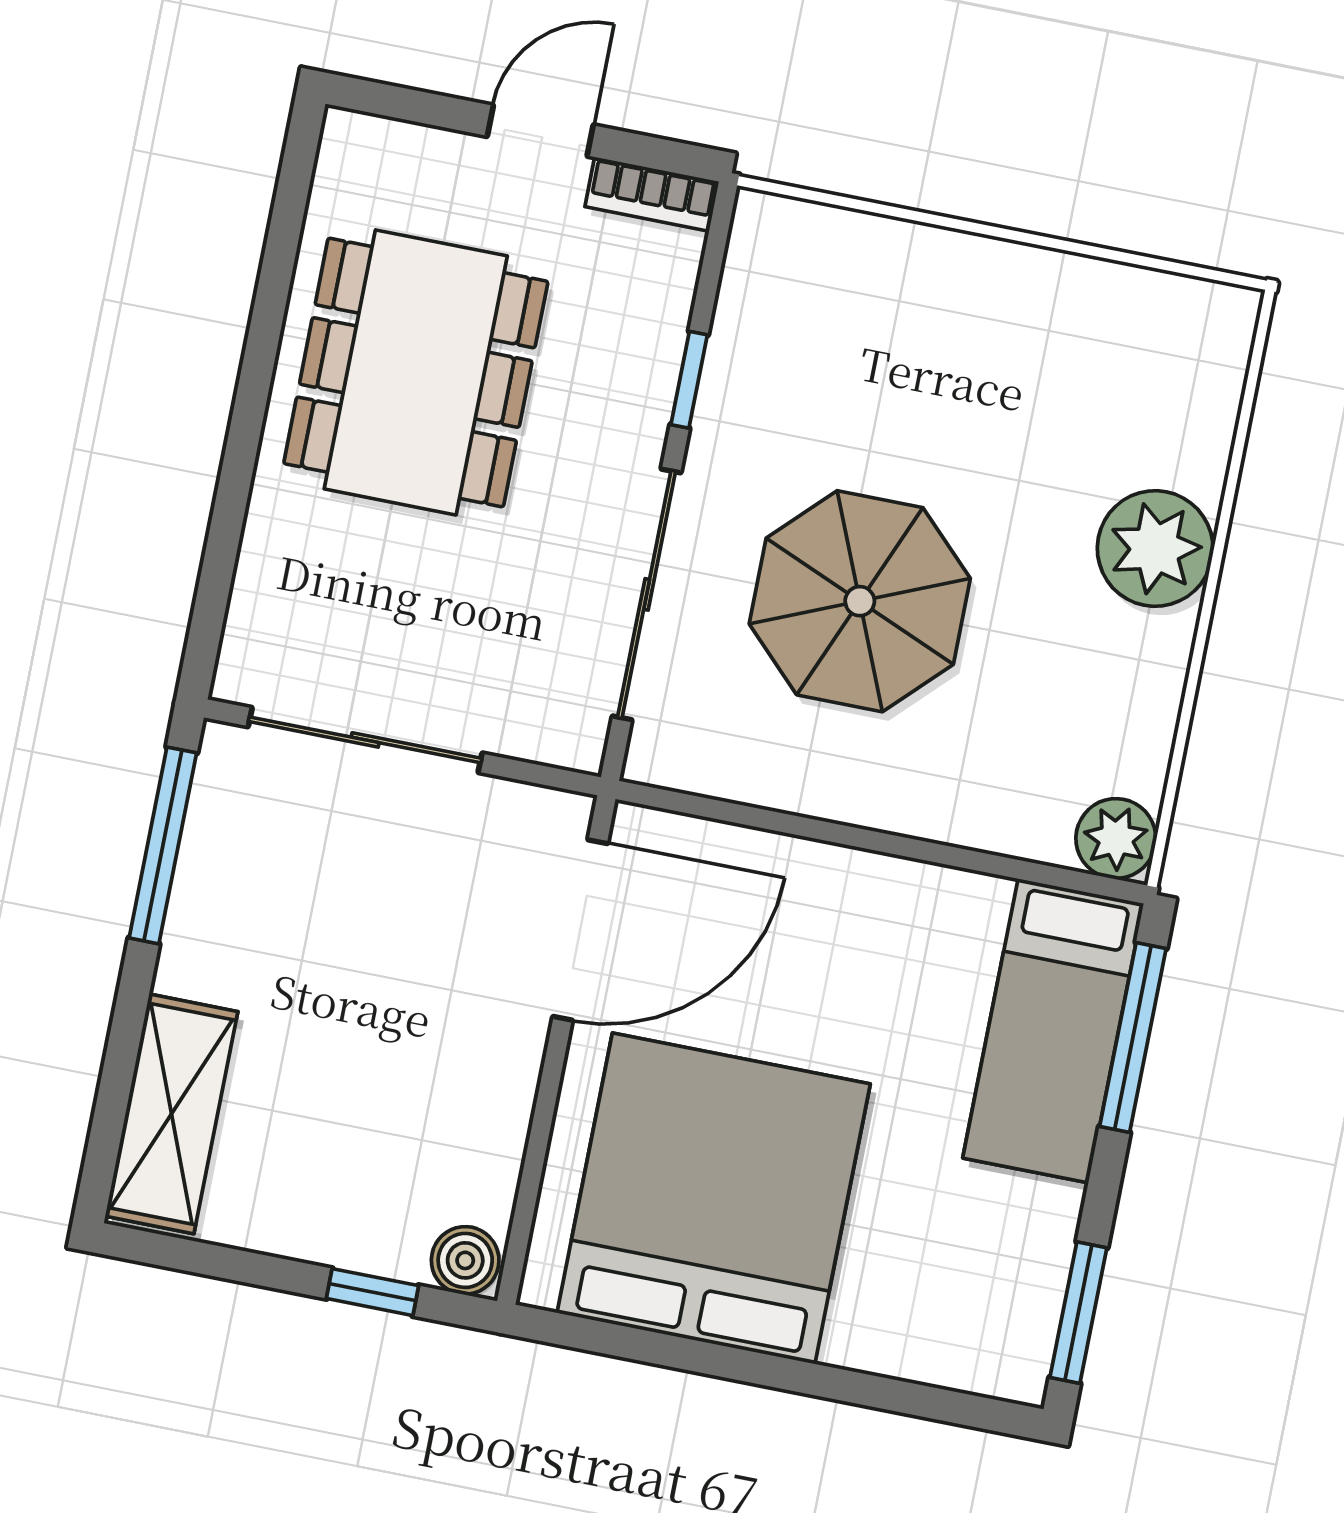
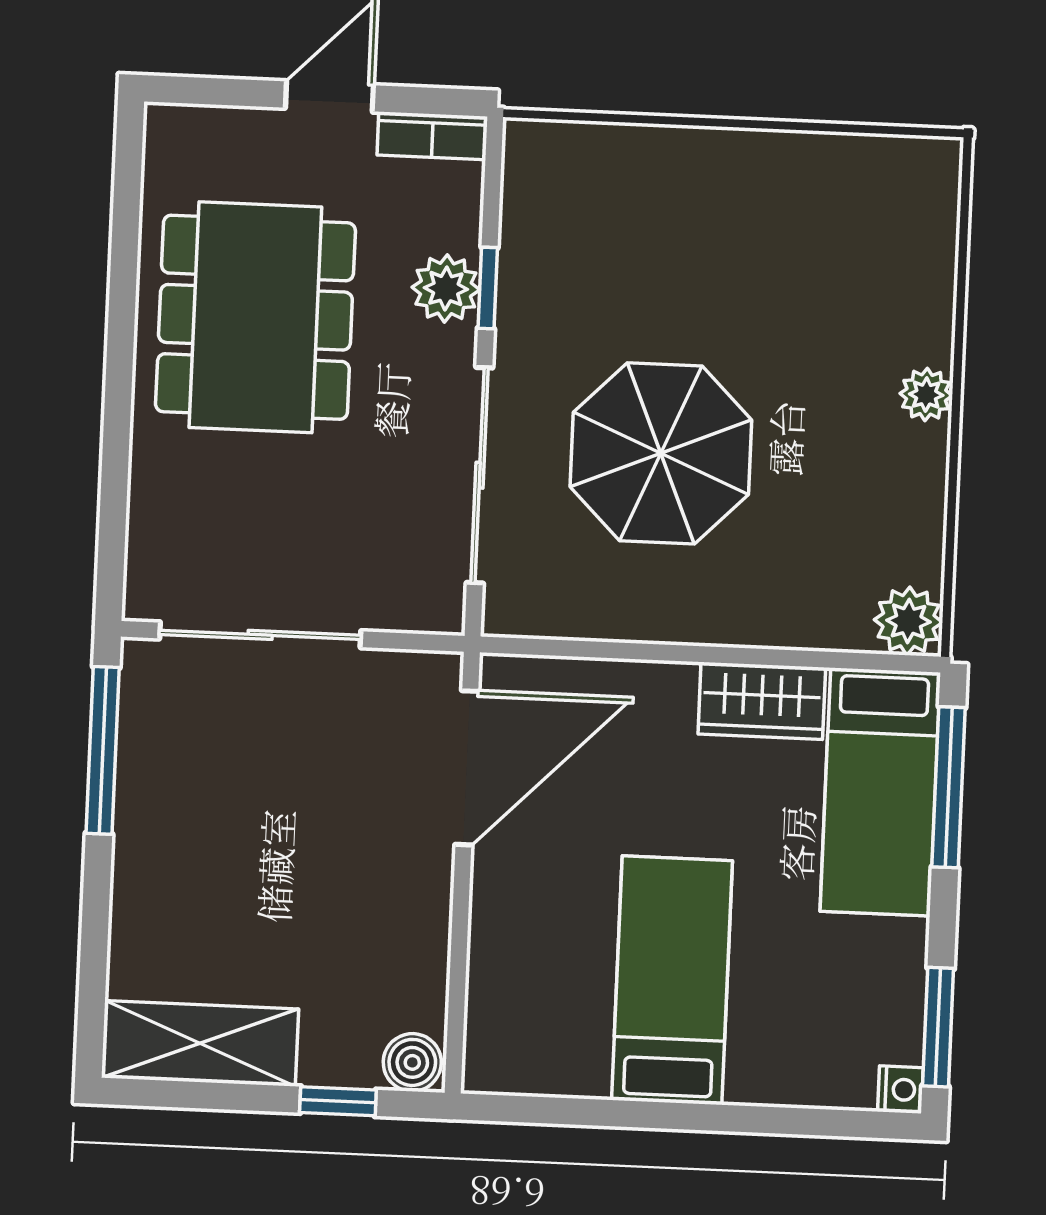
plant: (641, 373) -> (446, 289), added
plant: (1155, 548) -> (926, 395), width x0.53, depth x0.53
wardrobe: (933, 905) -> (762, 701), added
shelving: (171, 1114) -> (200, 1043), moved, turned 90
bed: (714, 1198) -> (672, 980), width x0.49
nightstand: (1024, 1378) -> (900, 1090), added

